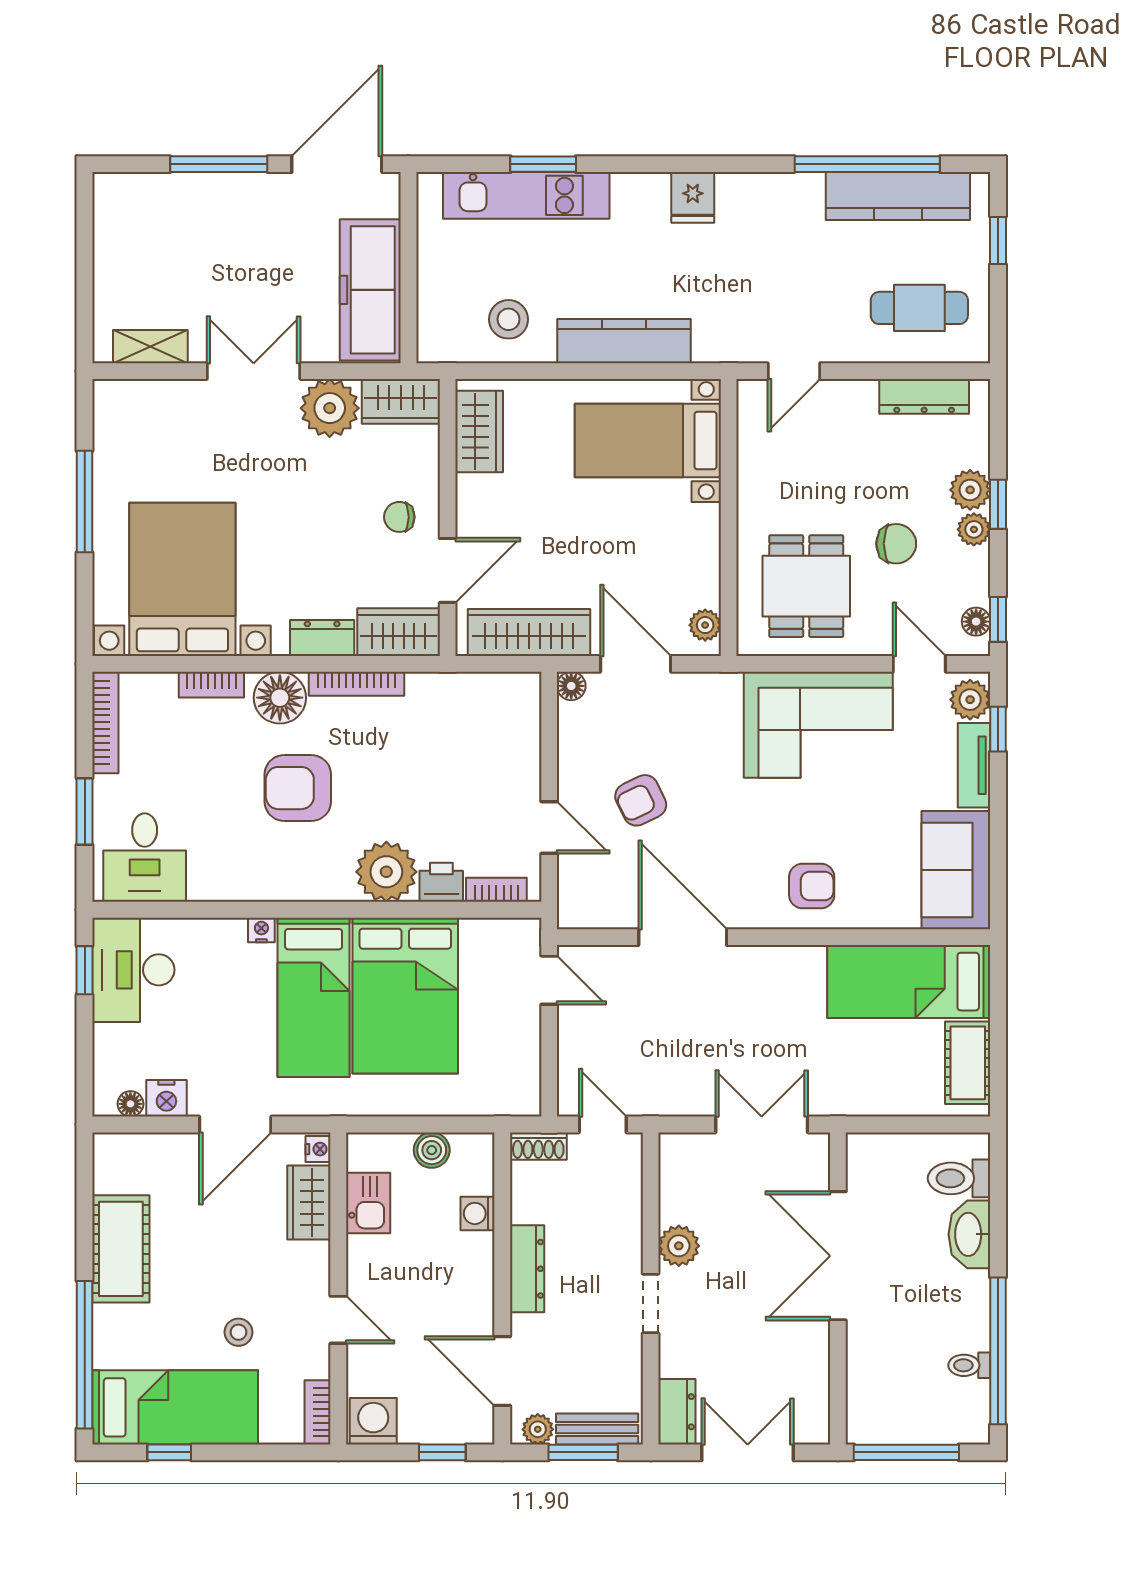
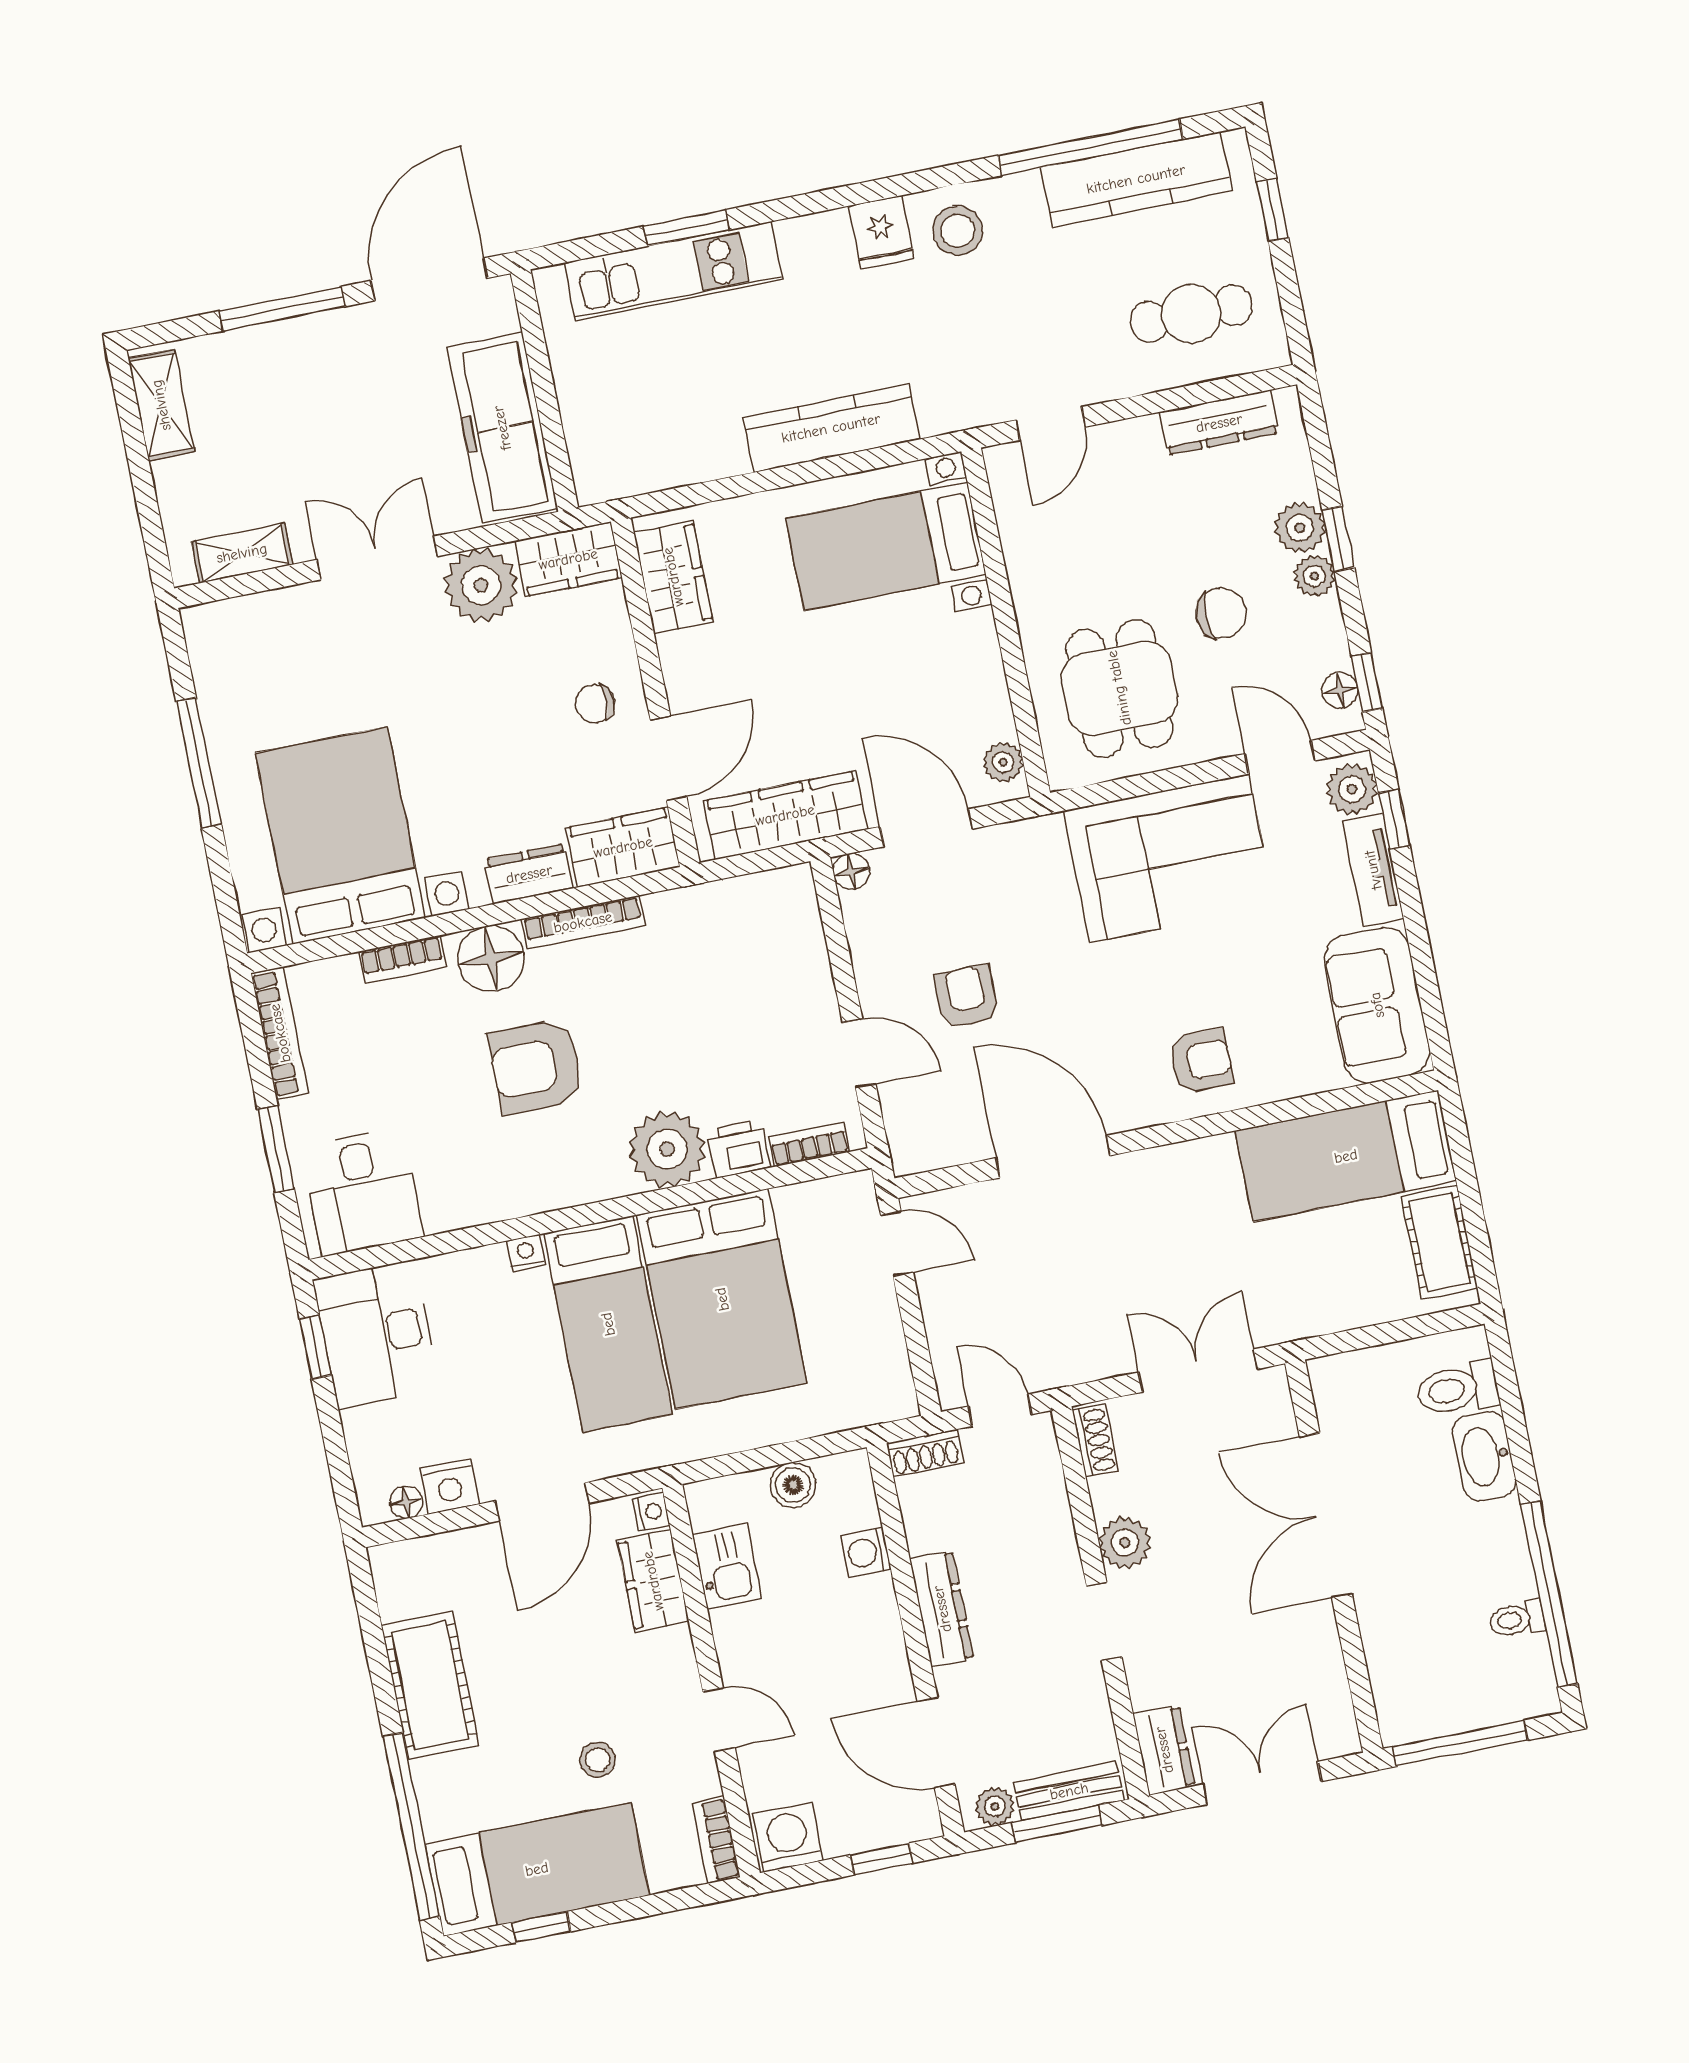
shelving: (111, 220) -> (161, 405), added
stool: (509, 319) -> (958, 231), moved
armchair: (641, 800) -> (967, 997), turned 116
shoe rack: (671, 1163) -> (1095, 1441), added

